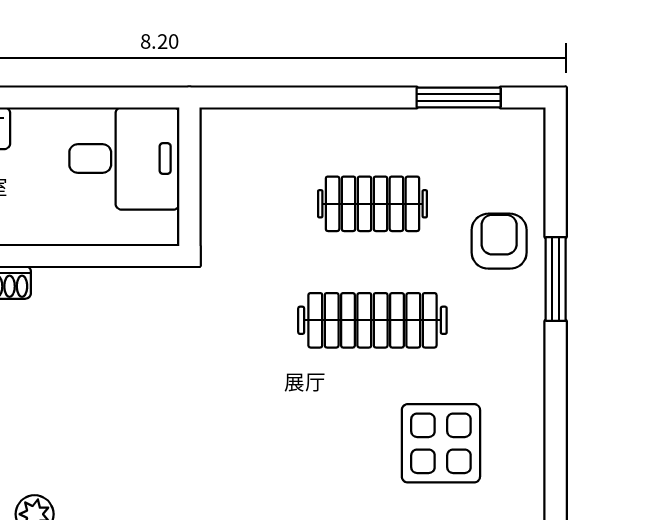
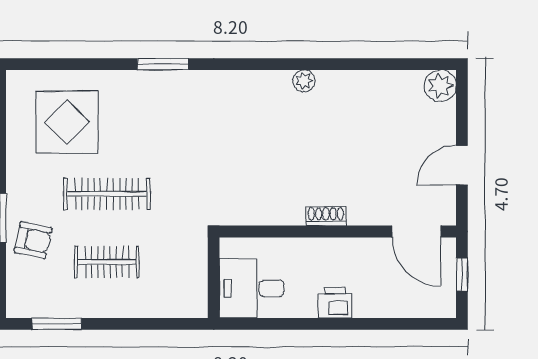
armchair: (499, 241) -> (33, 240), turned -78
display table: (441, 443) -> (67, 122), width x1.36, depth x1.36

